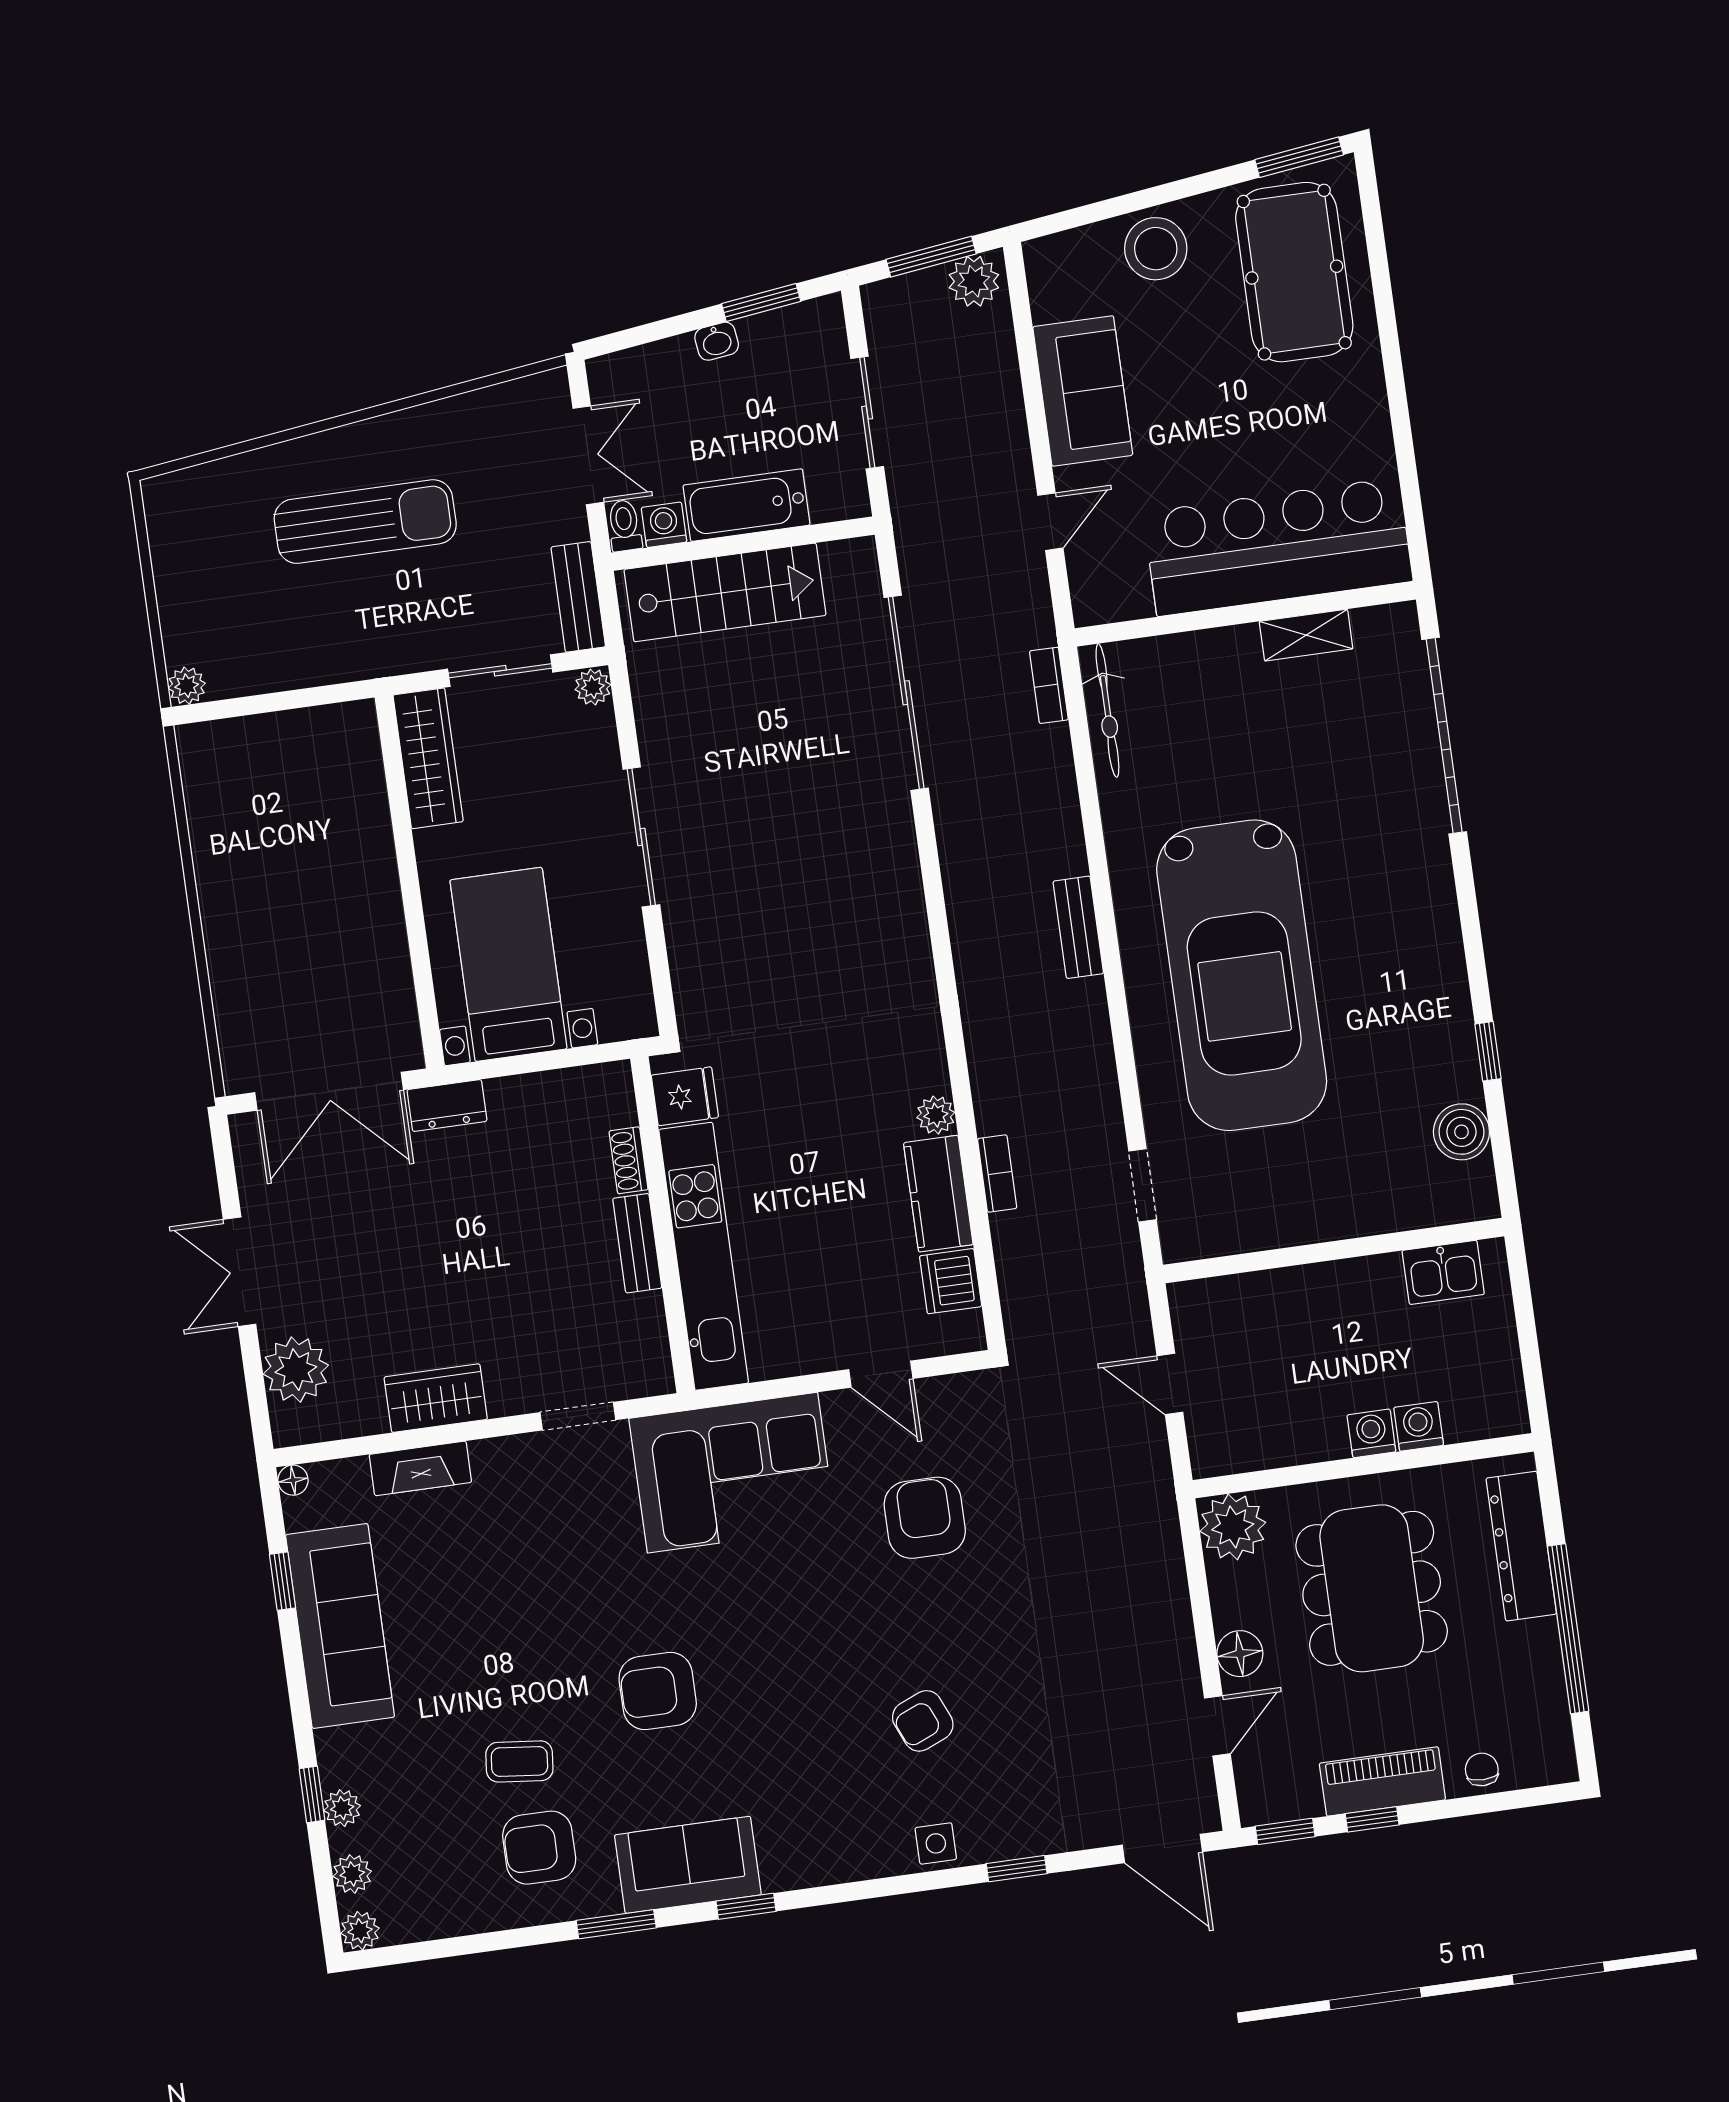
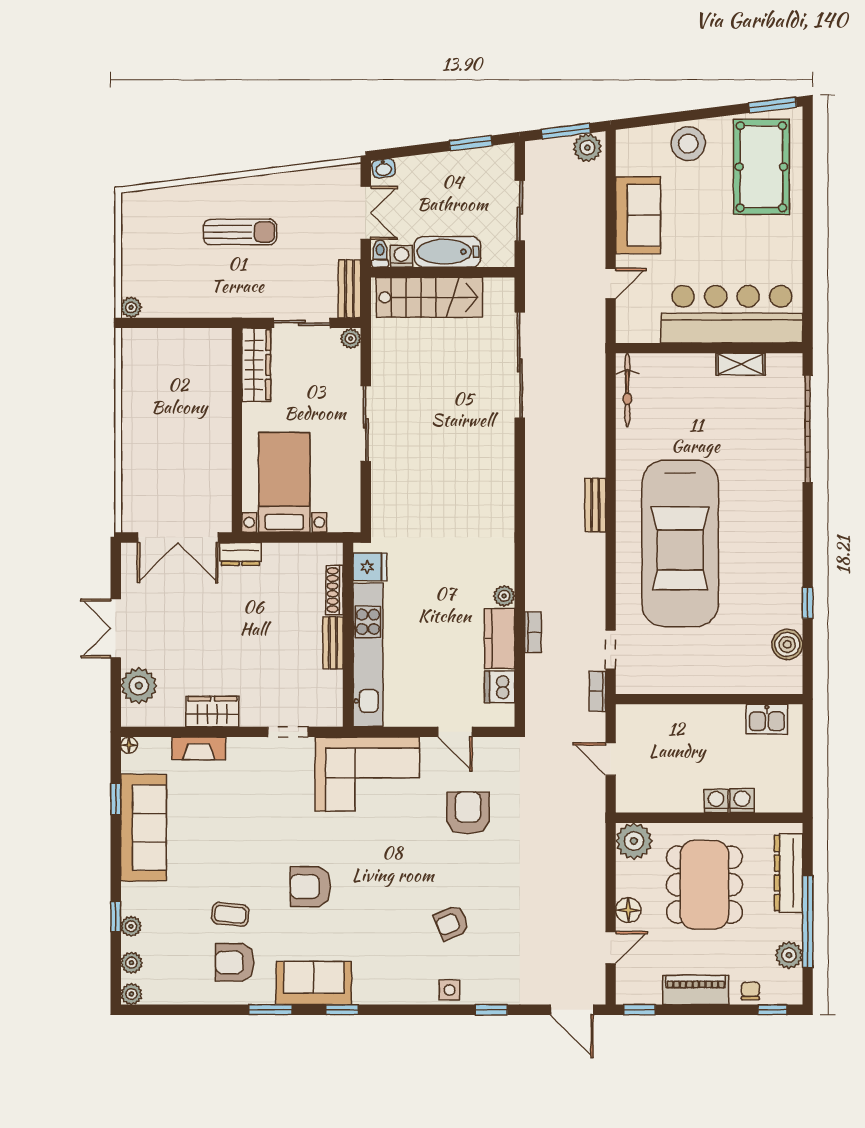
washbasin: (717, 341) -> (384, 168), moved
sun lounger: (365, 522) -> (240, 232), width x0.73, depth x0.75
bookcase: (1049, 685) -> (598, 691), moved
shoe rack: (629, 1160) -> (335, 590), width x1.43
plant: (1543, 1695) -> (789, 955), added
window: (1372, 1819) -> (772, 1010), moved

